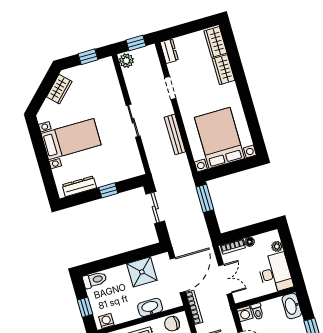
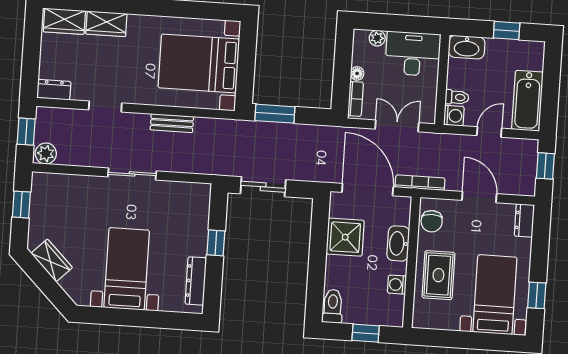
bench: (175, 134) -> (172, 123), width x0.73
washing machine: (106, 321) -> (397, 285), moved

